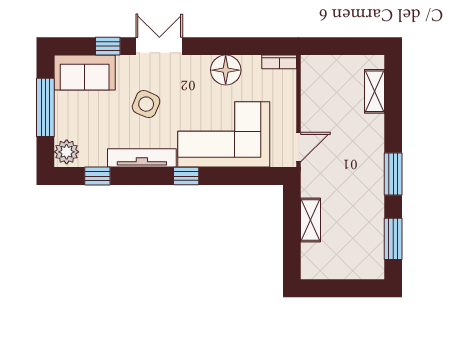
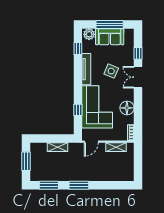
double door: (159, 46) -> (138, 77), swing flipped
sofa: (85, 73) -> (110, 37), moved, turned -90
shelving: (375, 91) -> (116, 147), moved
door: (299, 147) -> (91, 142), hinge flipped
window: (186, 176) -> (78, 110), moved
window: (341, 288) -> (26, 161), added

